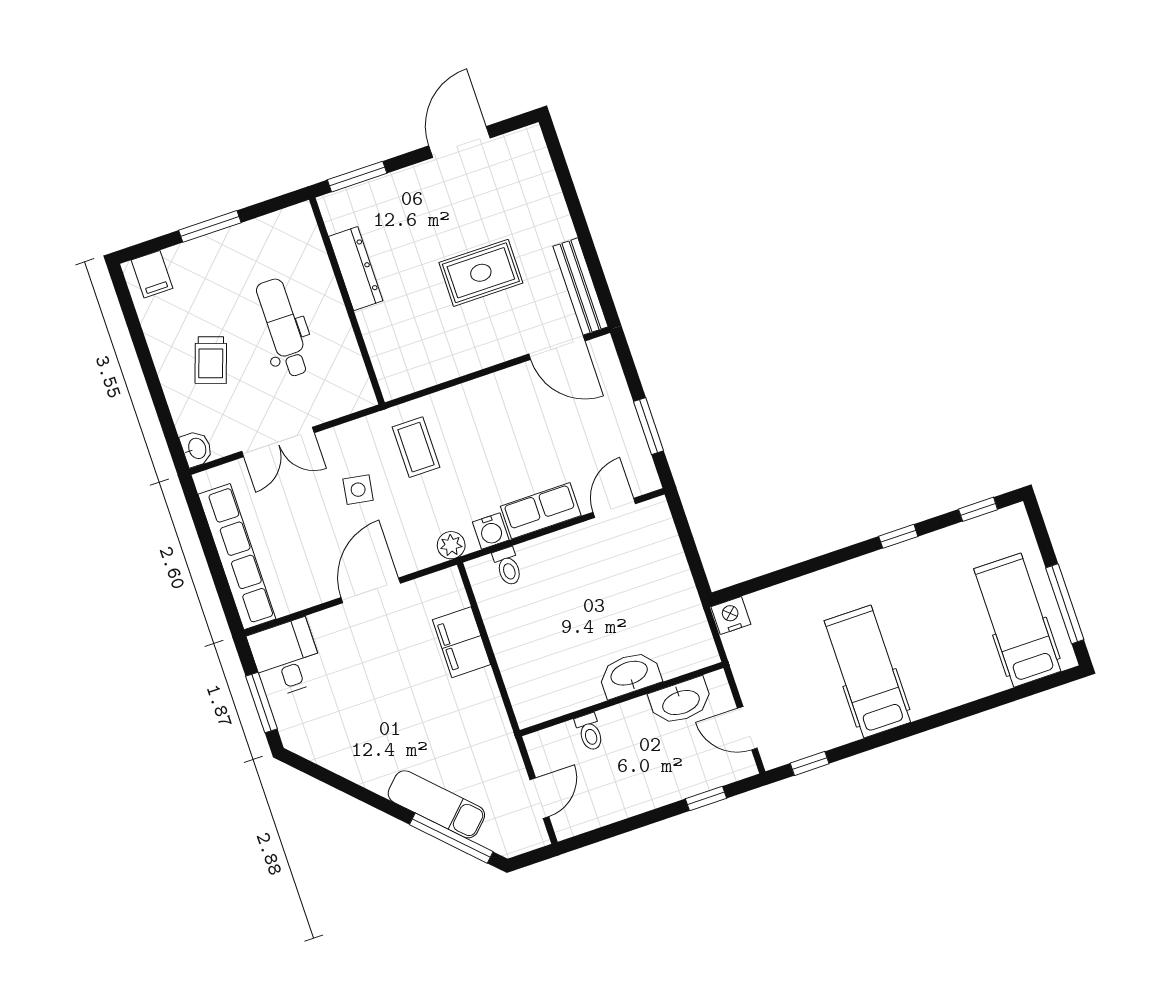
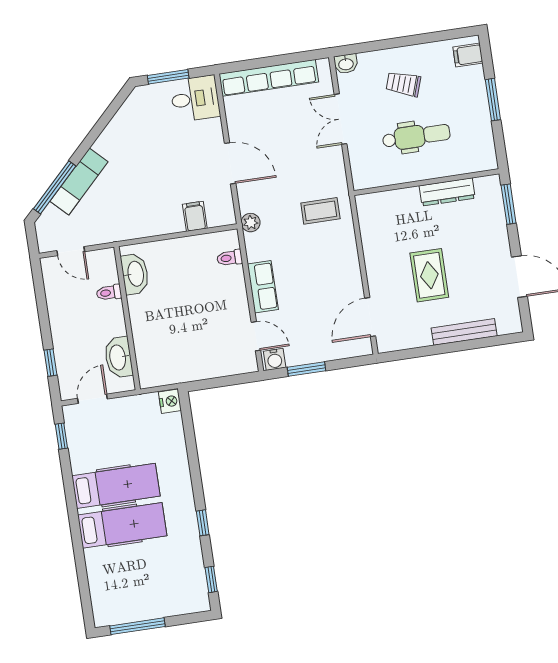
bench: (580, 286) -> (464, 332), moved
side table: (358, 490) -> (299, 167), removed
water cooler: (491, 531) -> (275, 359), moved, turned -90
hospital bed: (1017, 620) -> (122, 525), moved
filing cabinet: (462, 642) -> (195, 216), width x0.50
washbasin: (629, 674) -> (135, 274), moved

